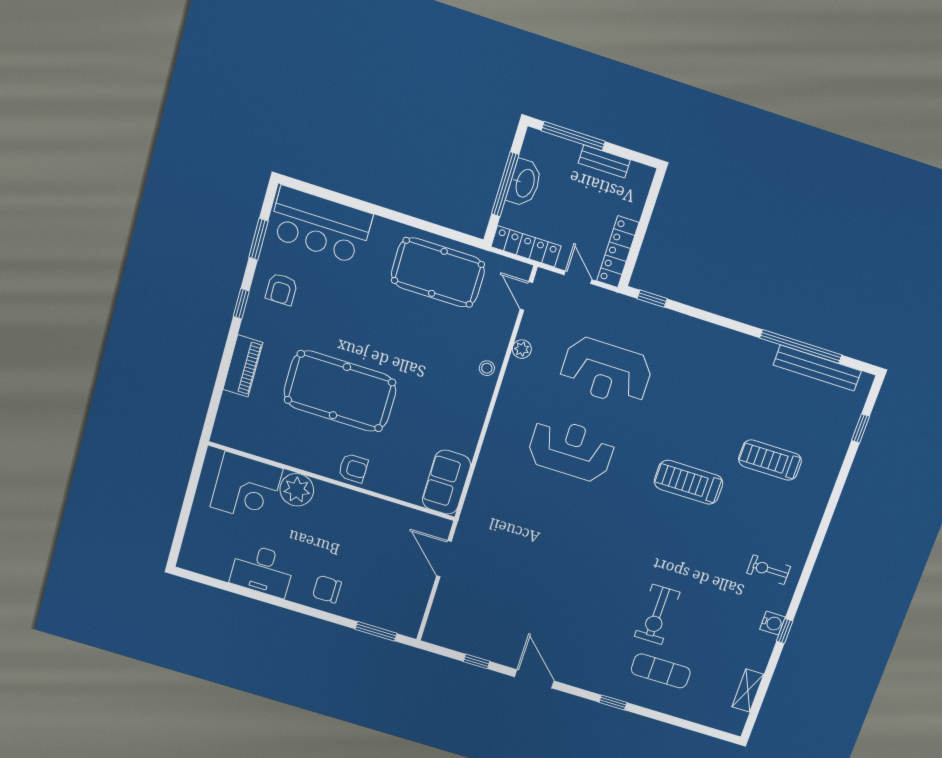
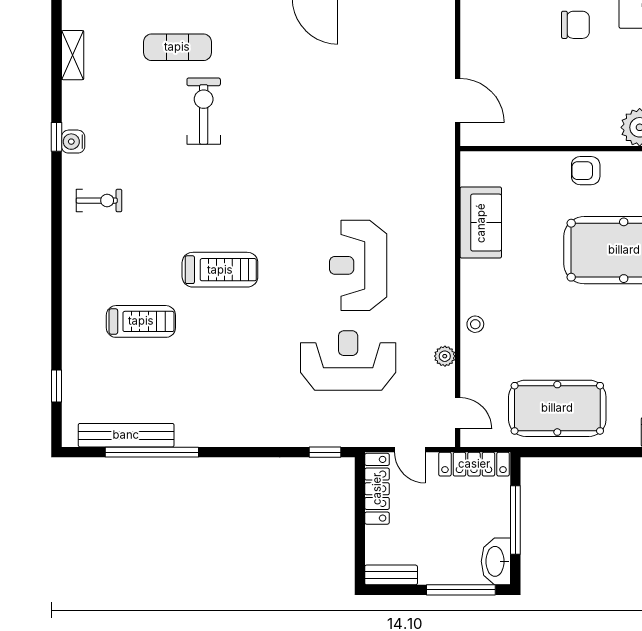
bench: (604, 161) -> (391, 575), moved
washbasin: (524, 183) -> (496, 561), moved
reception desk: (571, 449) -> (358, 265), turned 90
sofa: (446, 482) -> (481, 223), moved

